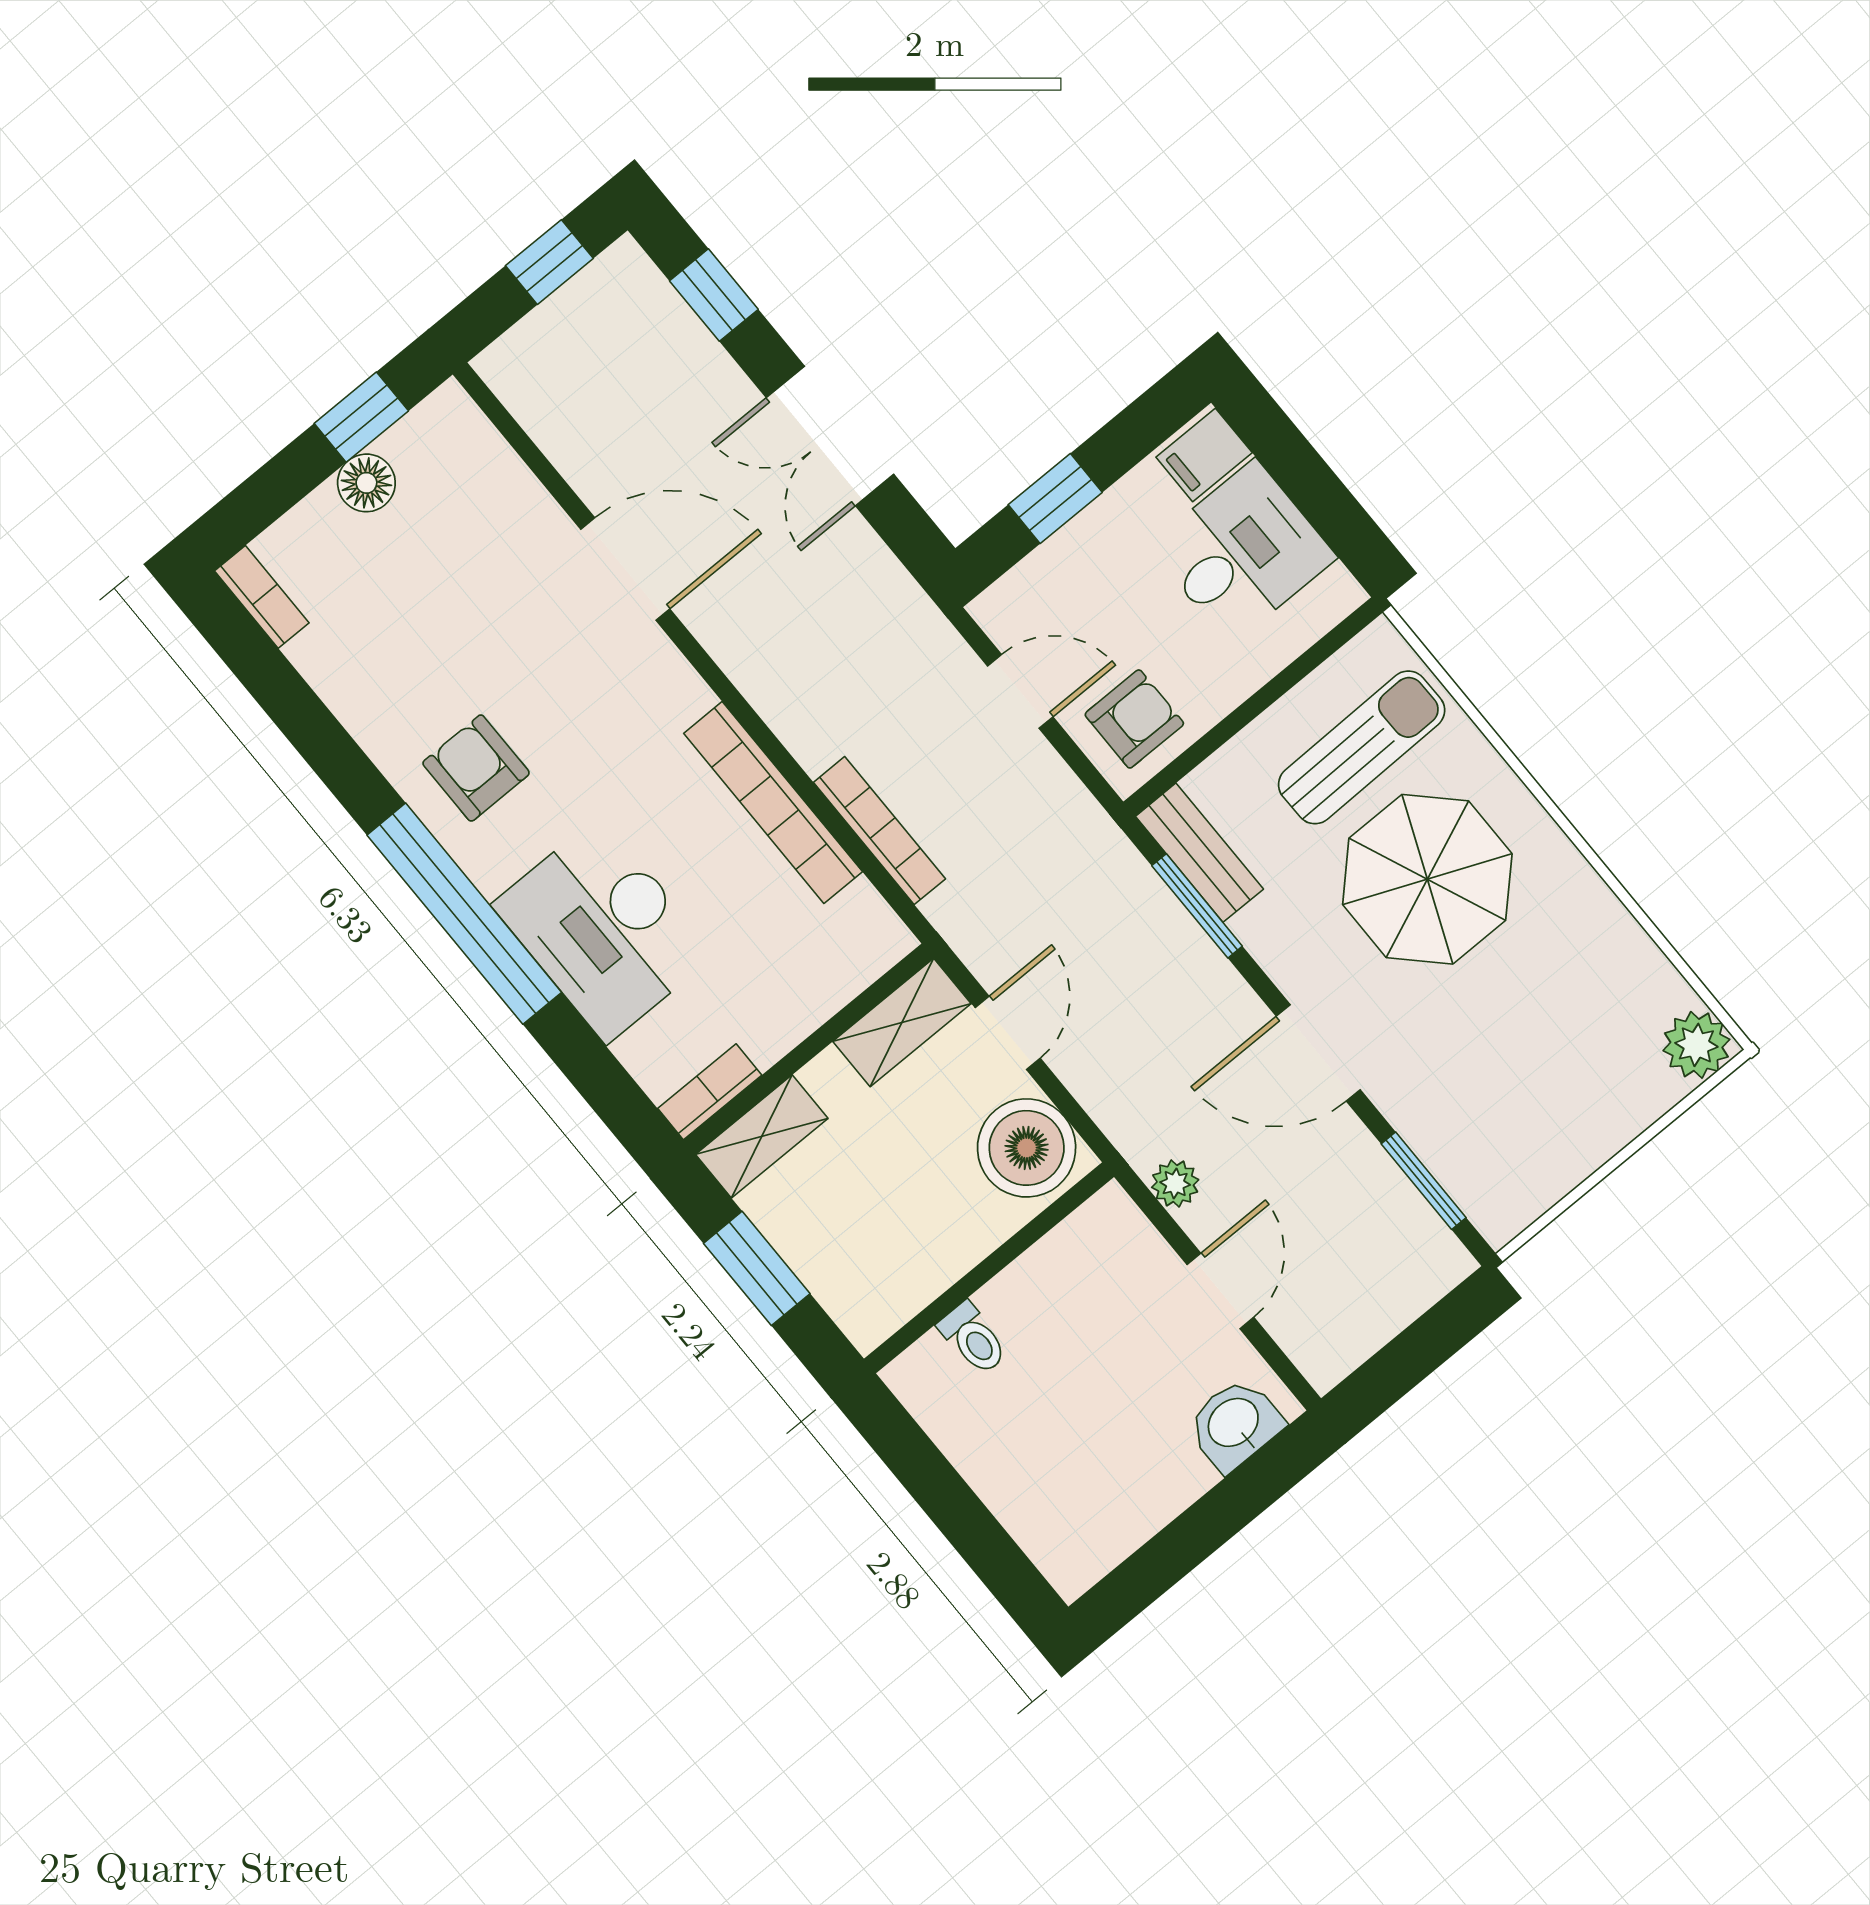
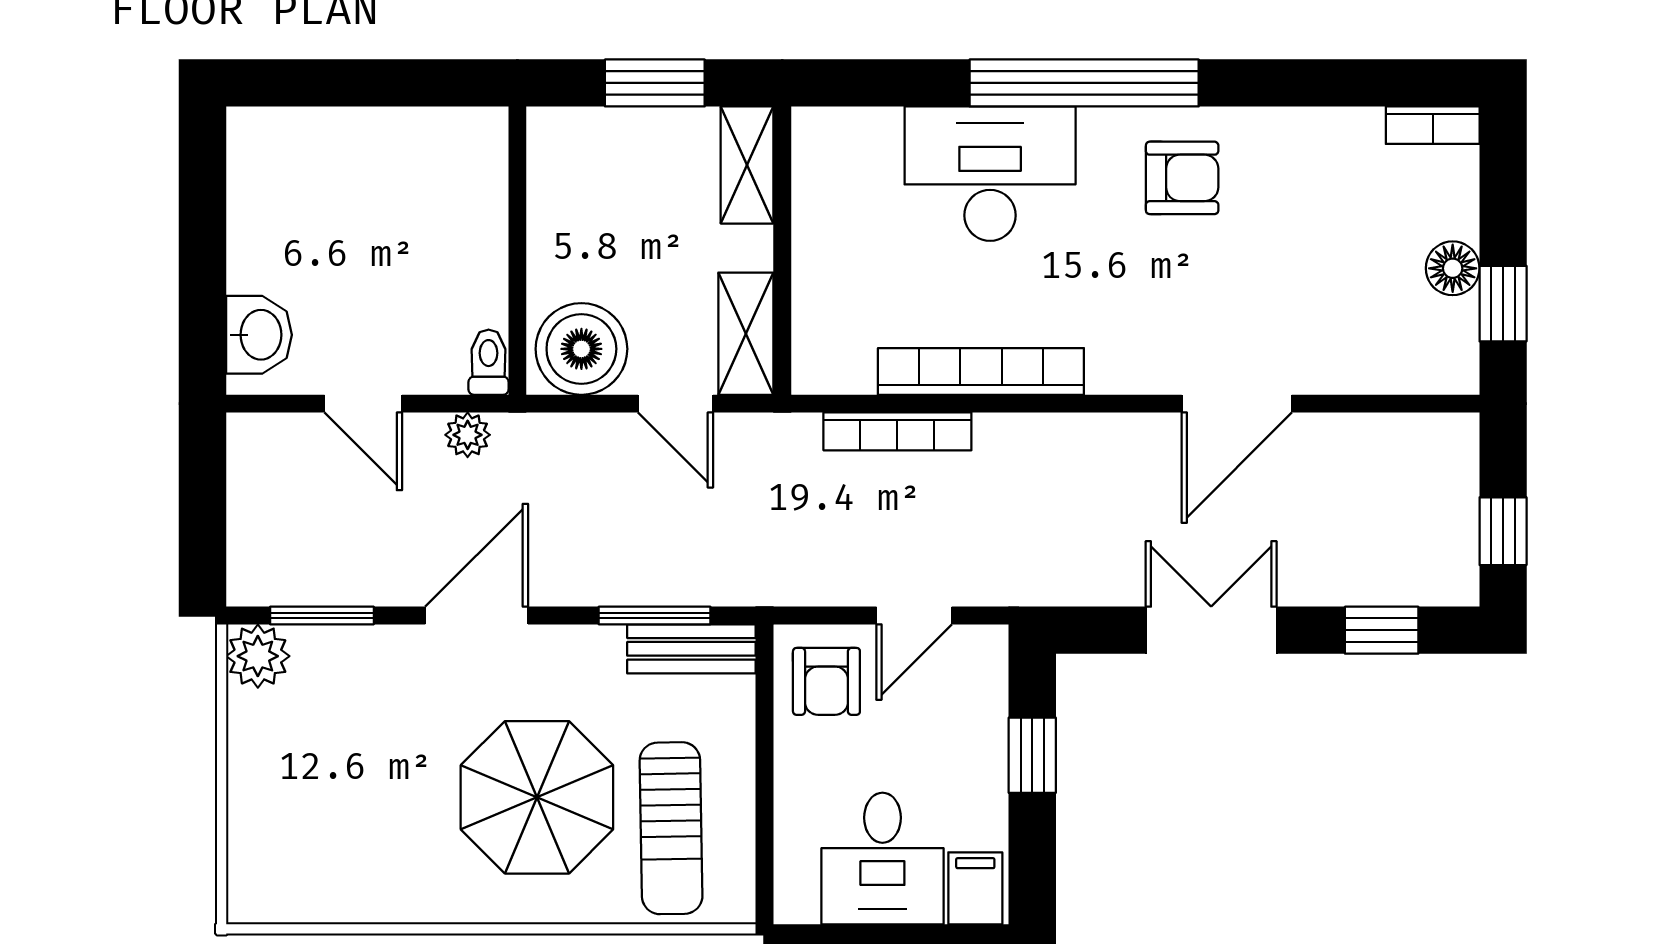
plant: (1696, 1045) -> (258, 656), moved
bookcase: (710, 1092) -> (810, 154), removed
toilet: (973, 1338) -> (489, 362), moved, turned 90

